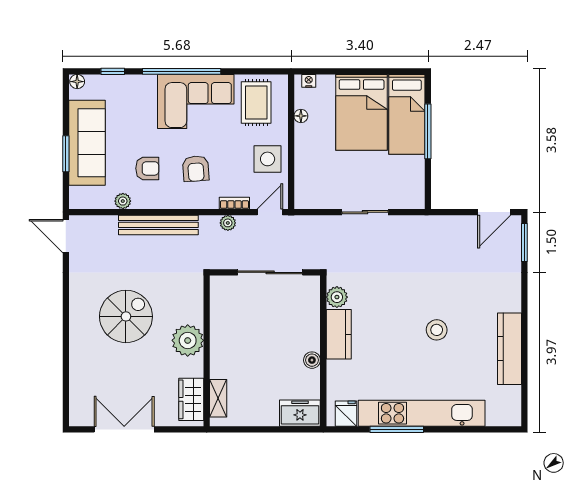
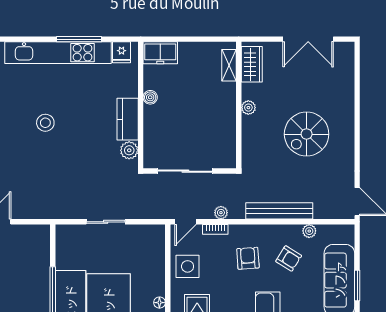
window: (66, 154) -> (357, 285), moved
armchair: (147, 168) -> (289, 258), turned -148
plant: (188, 340) -> (248, 108), width x0.53, depth x0.53

